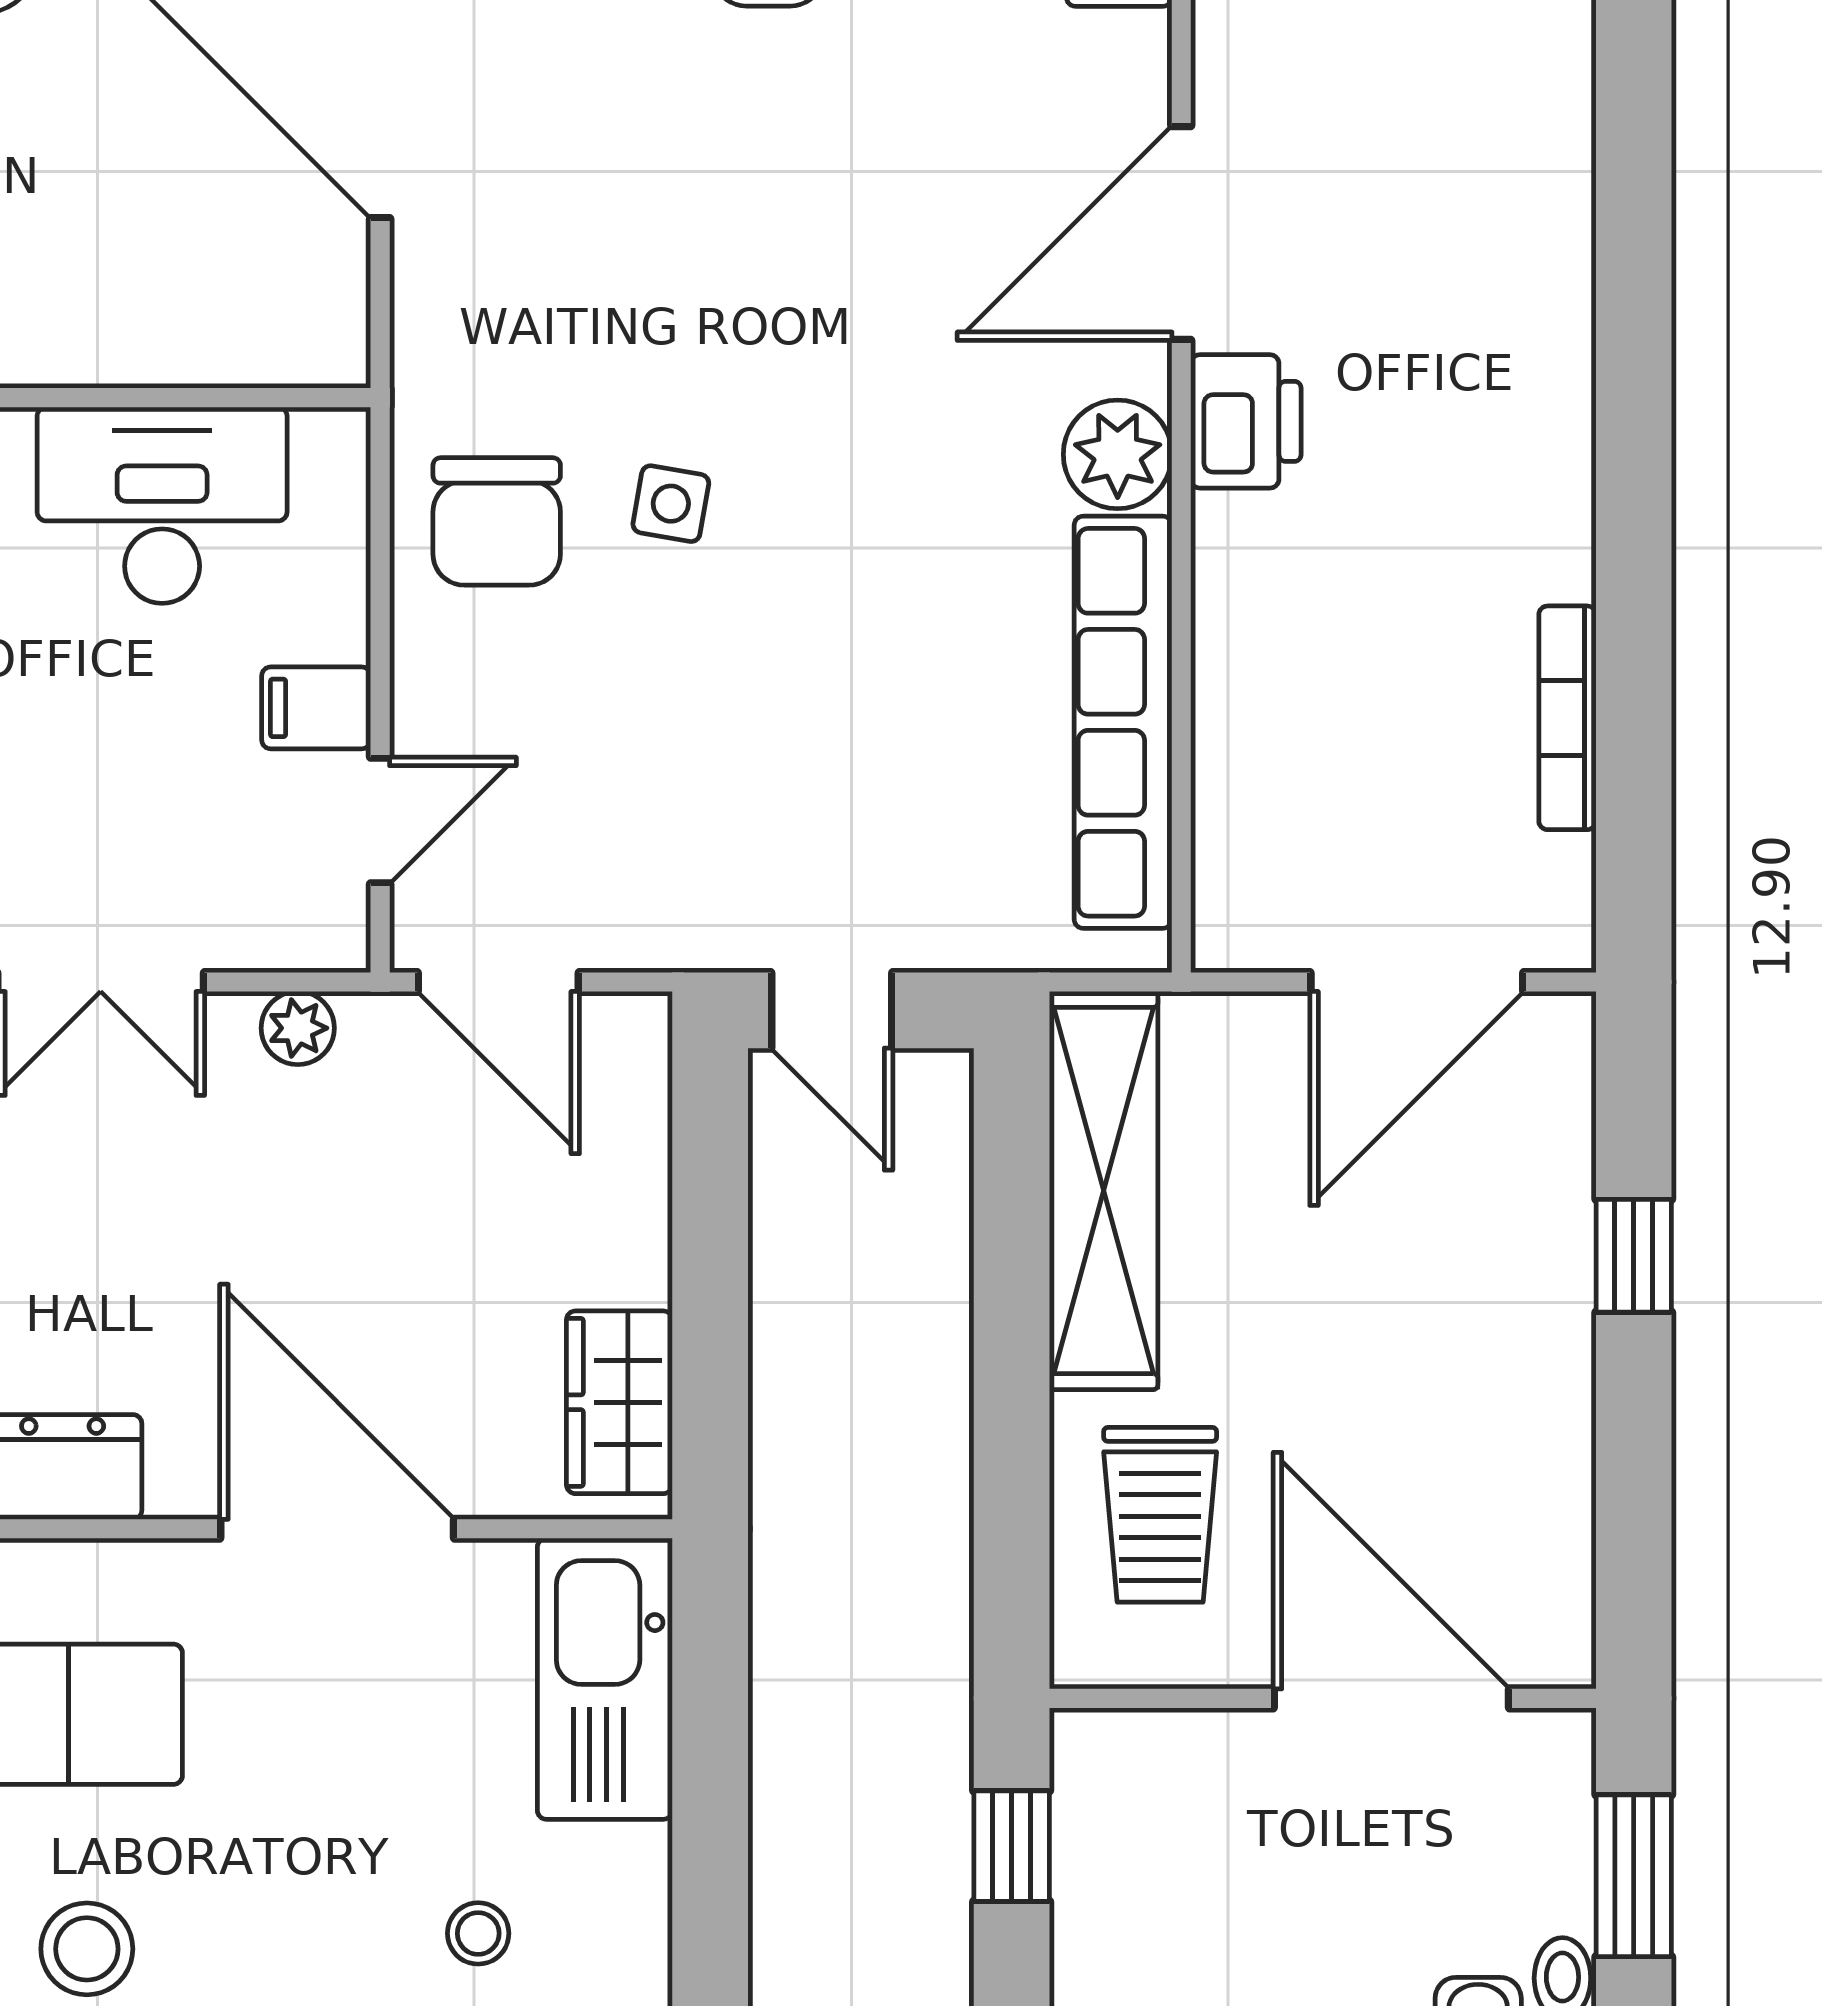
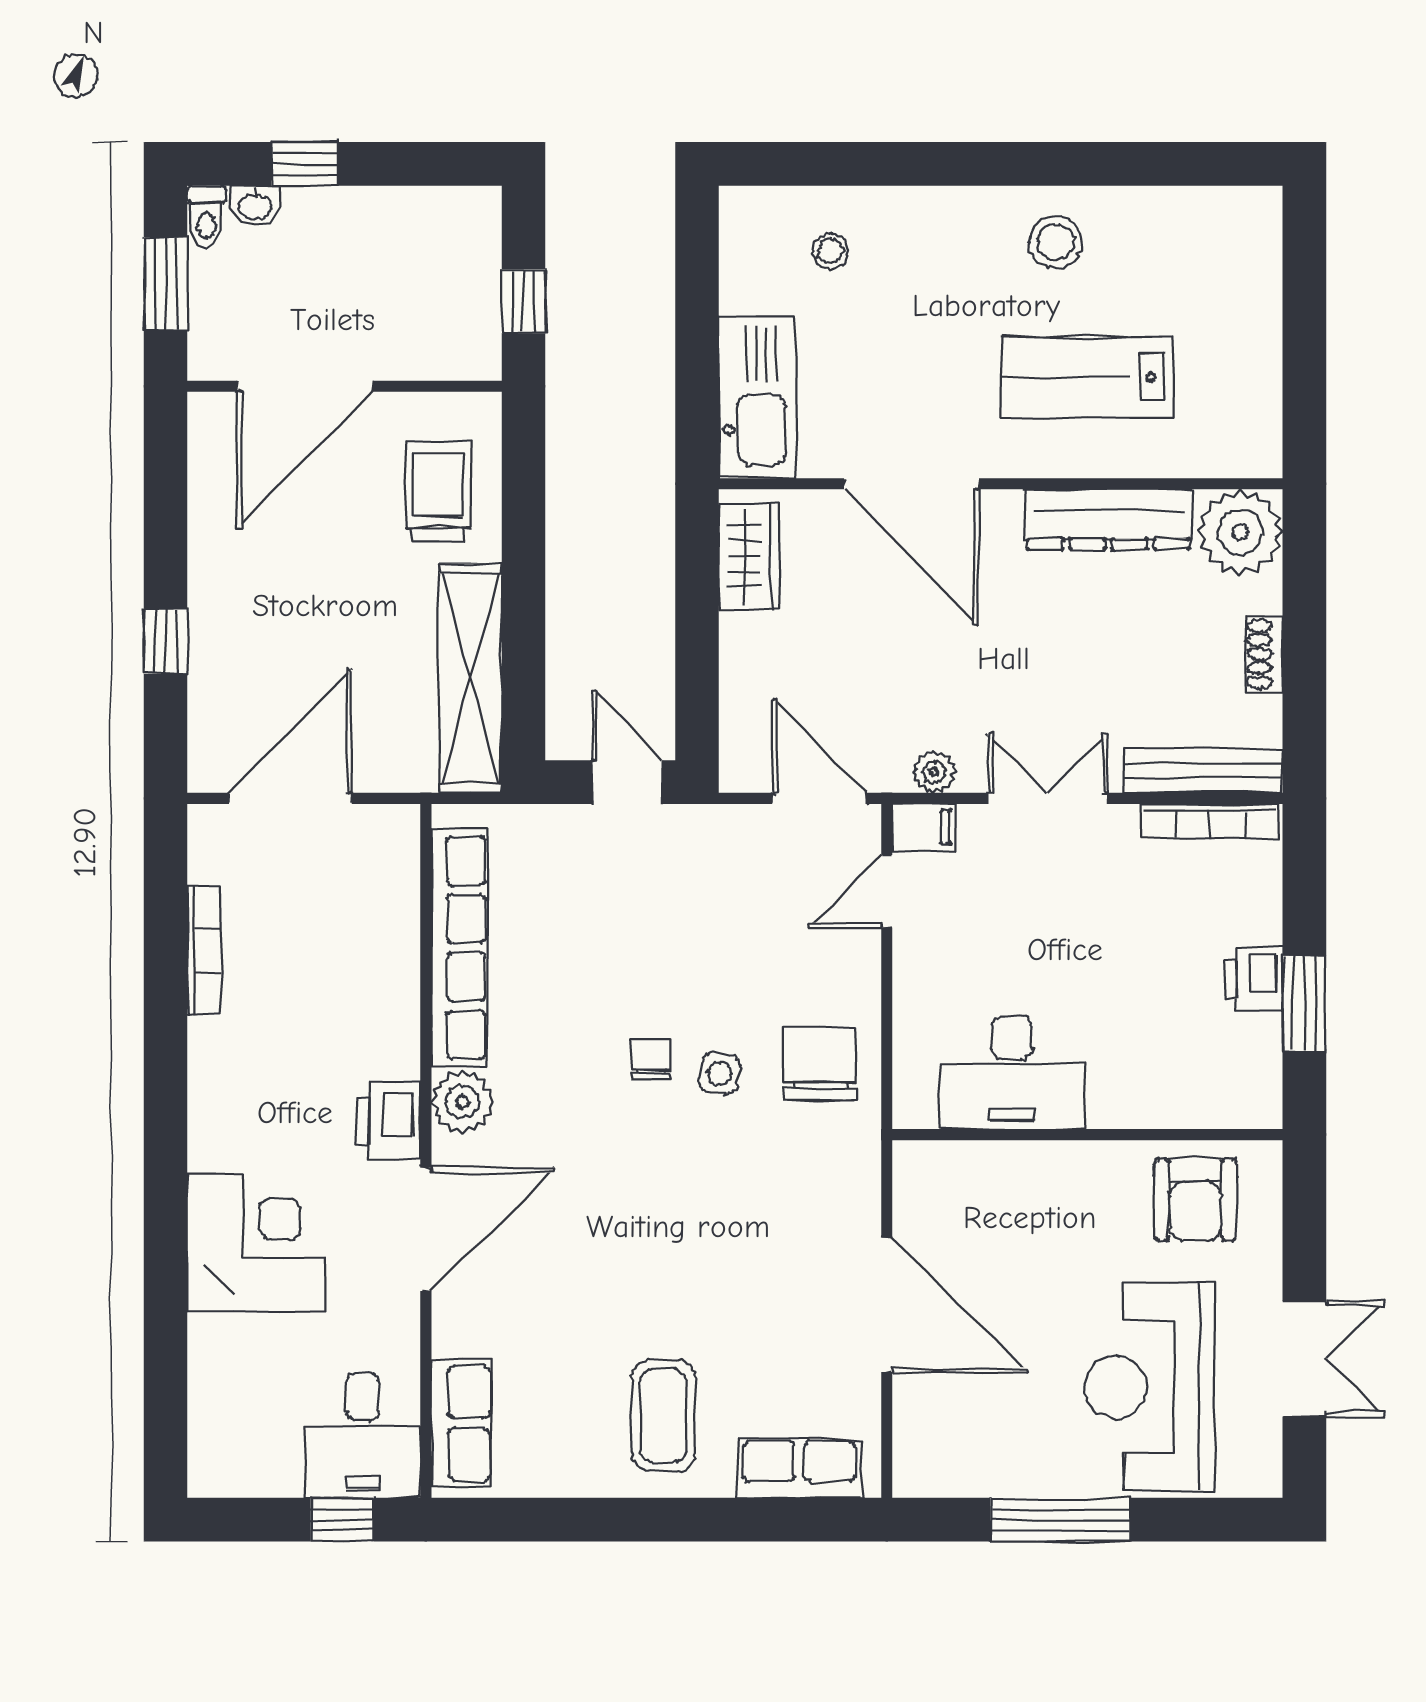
corner desk: (1476, 210) -> (256, 1243), added
chair: (789, 528) -> (651, 1060), added
filing cabinet: (316, 708) -> (924, 827), moved
door: (1391, 1698) -> (305, 386), hinge flipped

